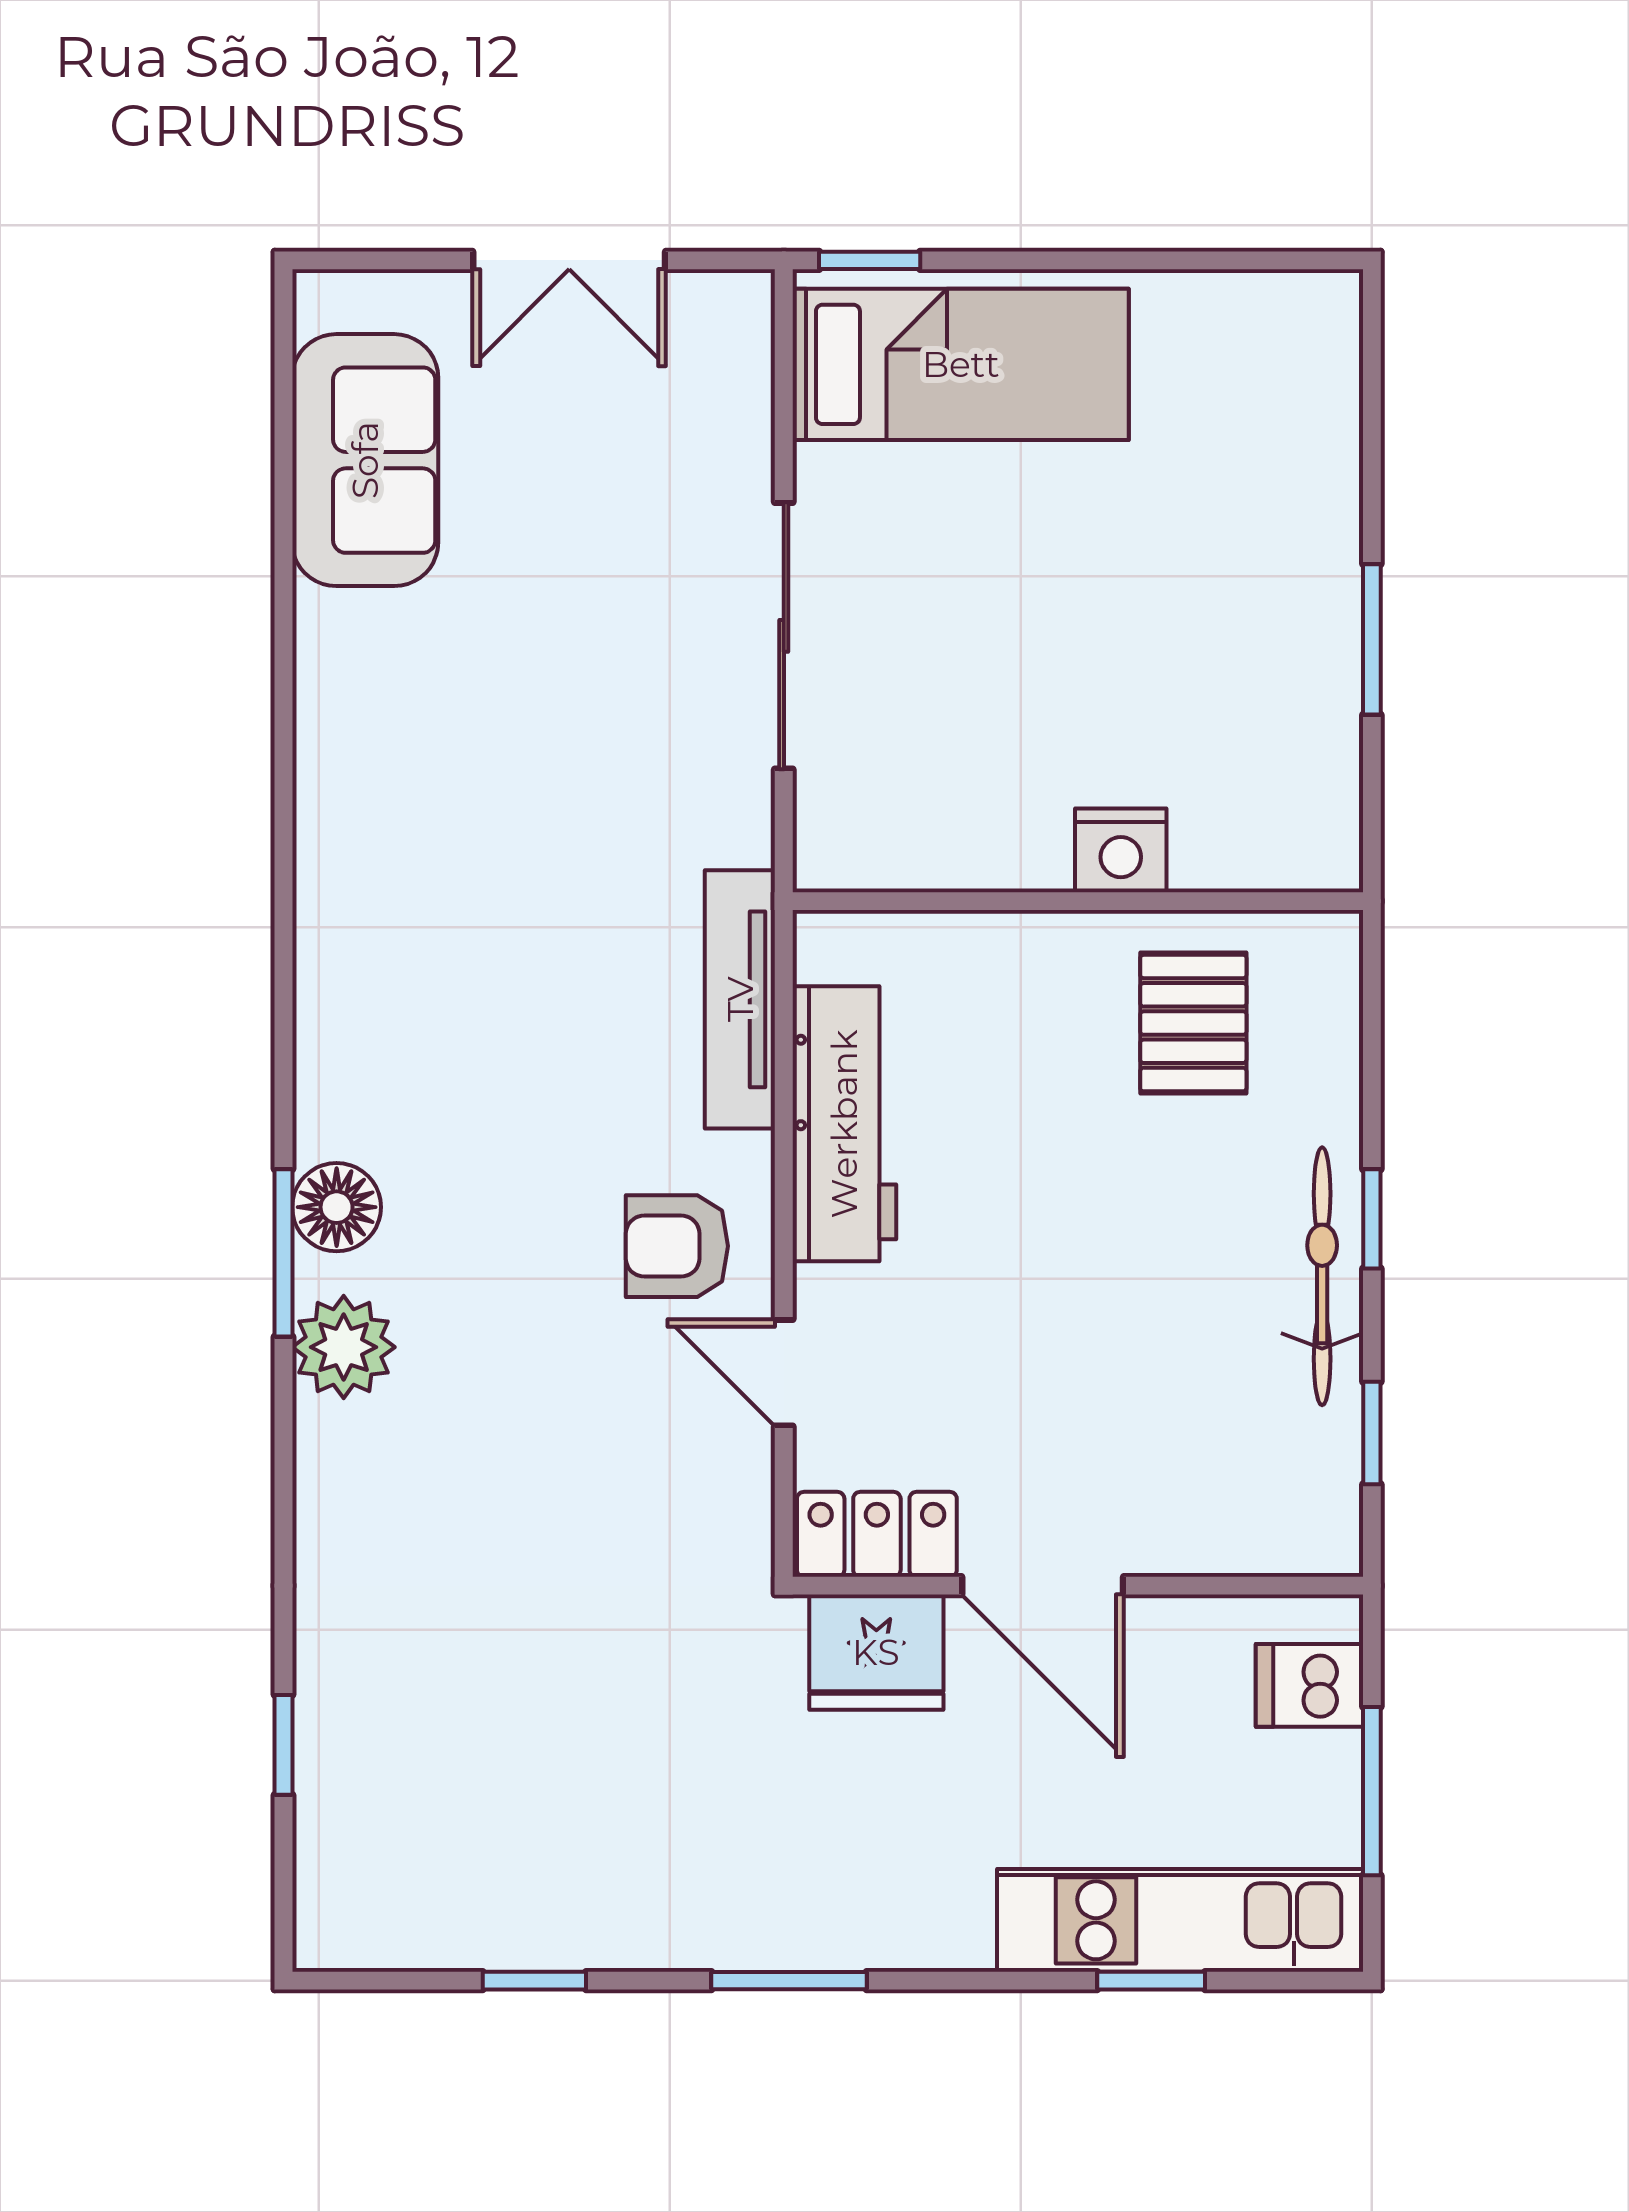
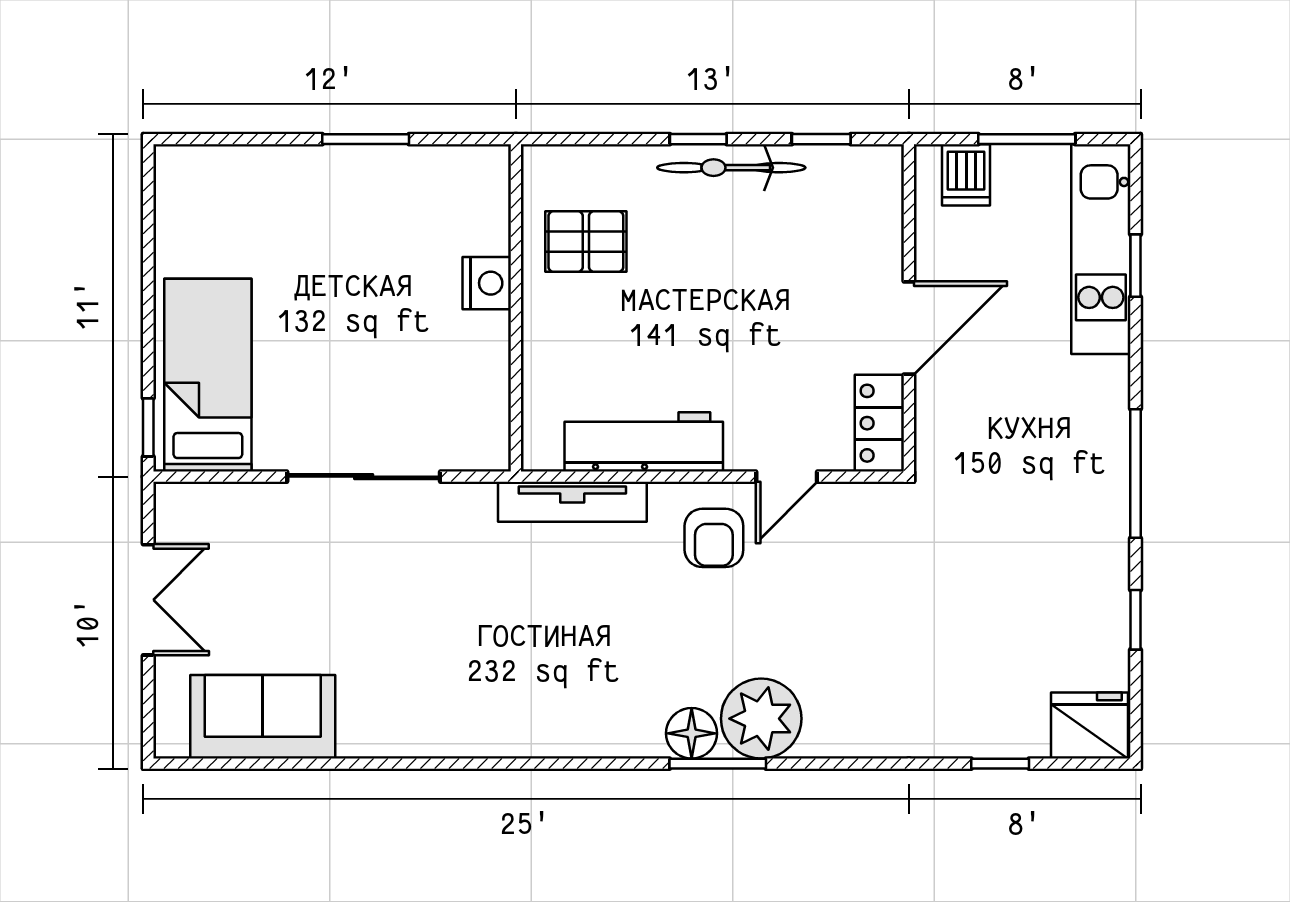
plant: (344, 1347) -> (761, 719), width x1.36, depth x1.36
fridge: (876, 1652) -> (1089, 726), moved, turned -90
window: (789, 1981) -> (1136, 474), width x1.44

